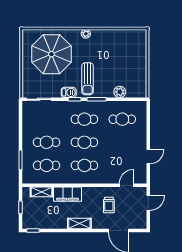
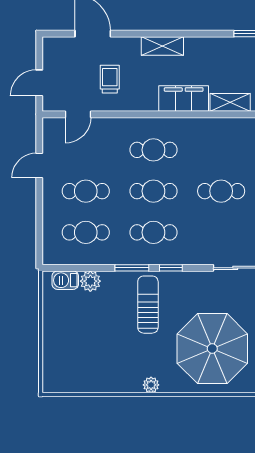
barbecue: (69, 92) -> (65, 280), moved
cafe table: (47, 165) -> (86, 191), moved

